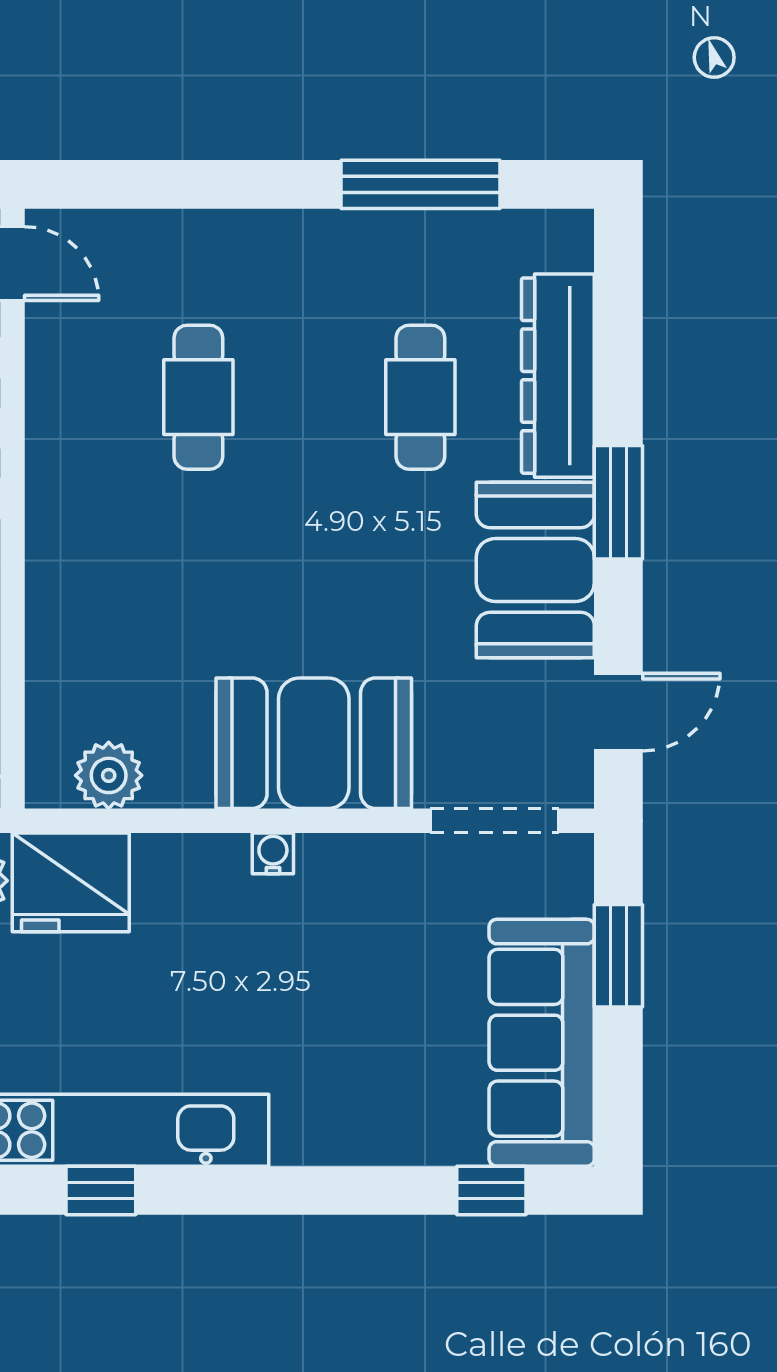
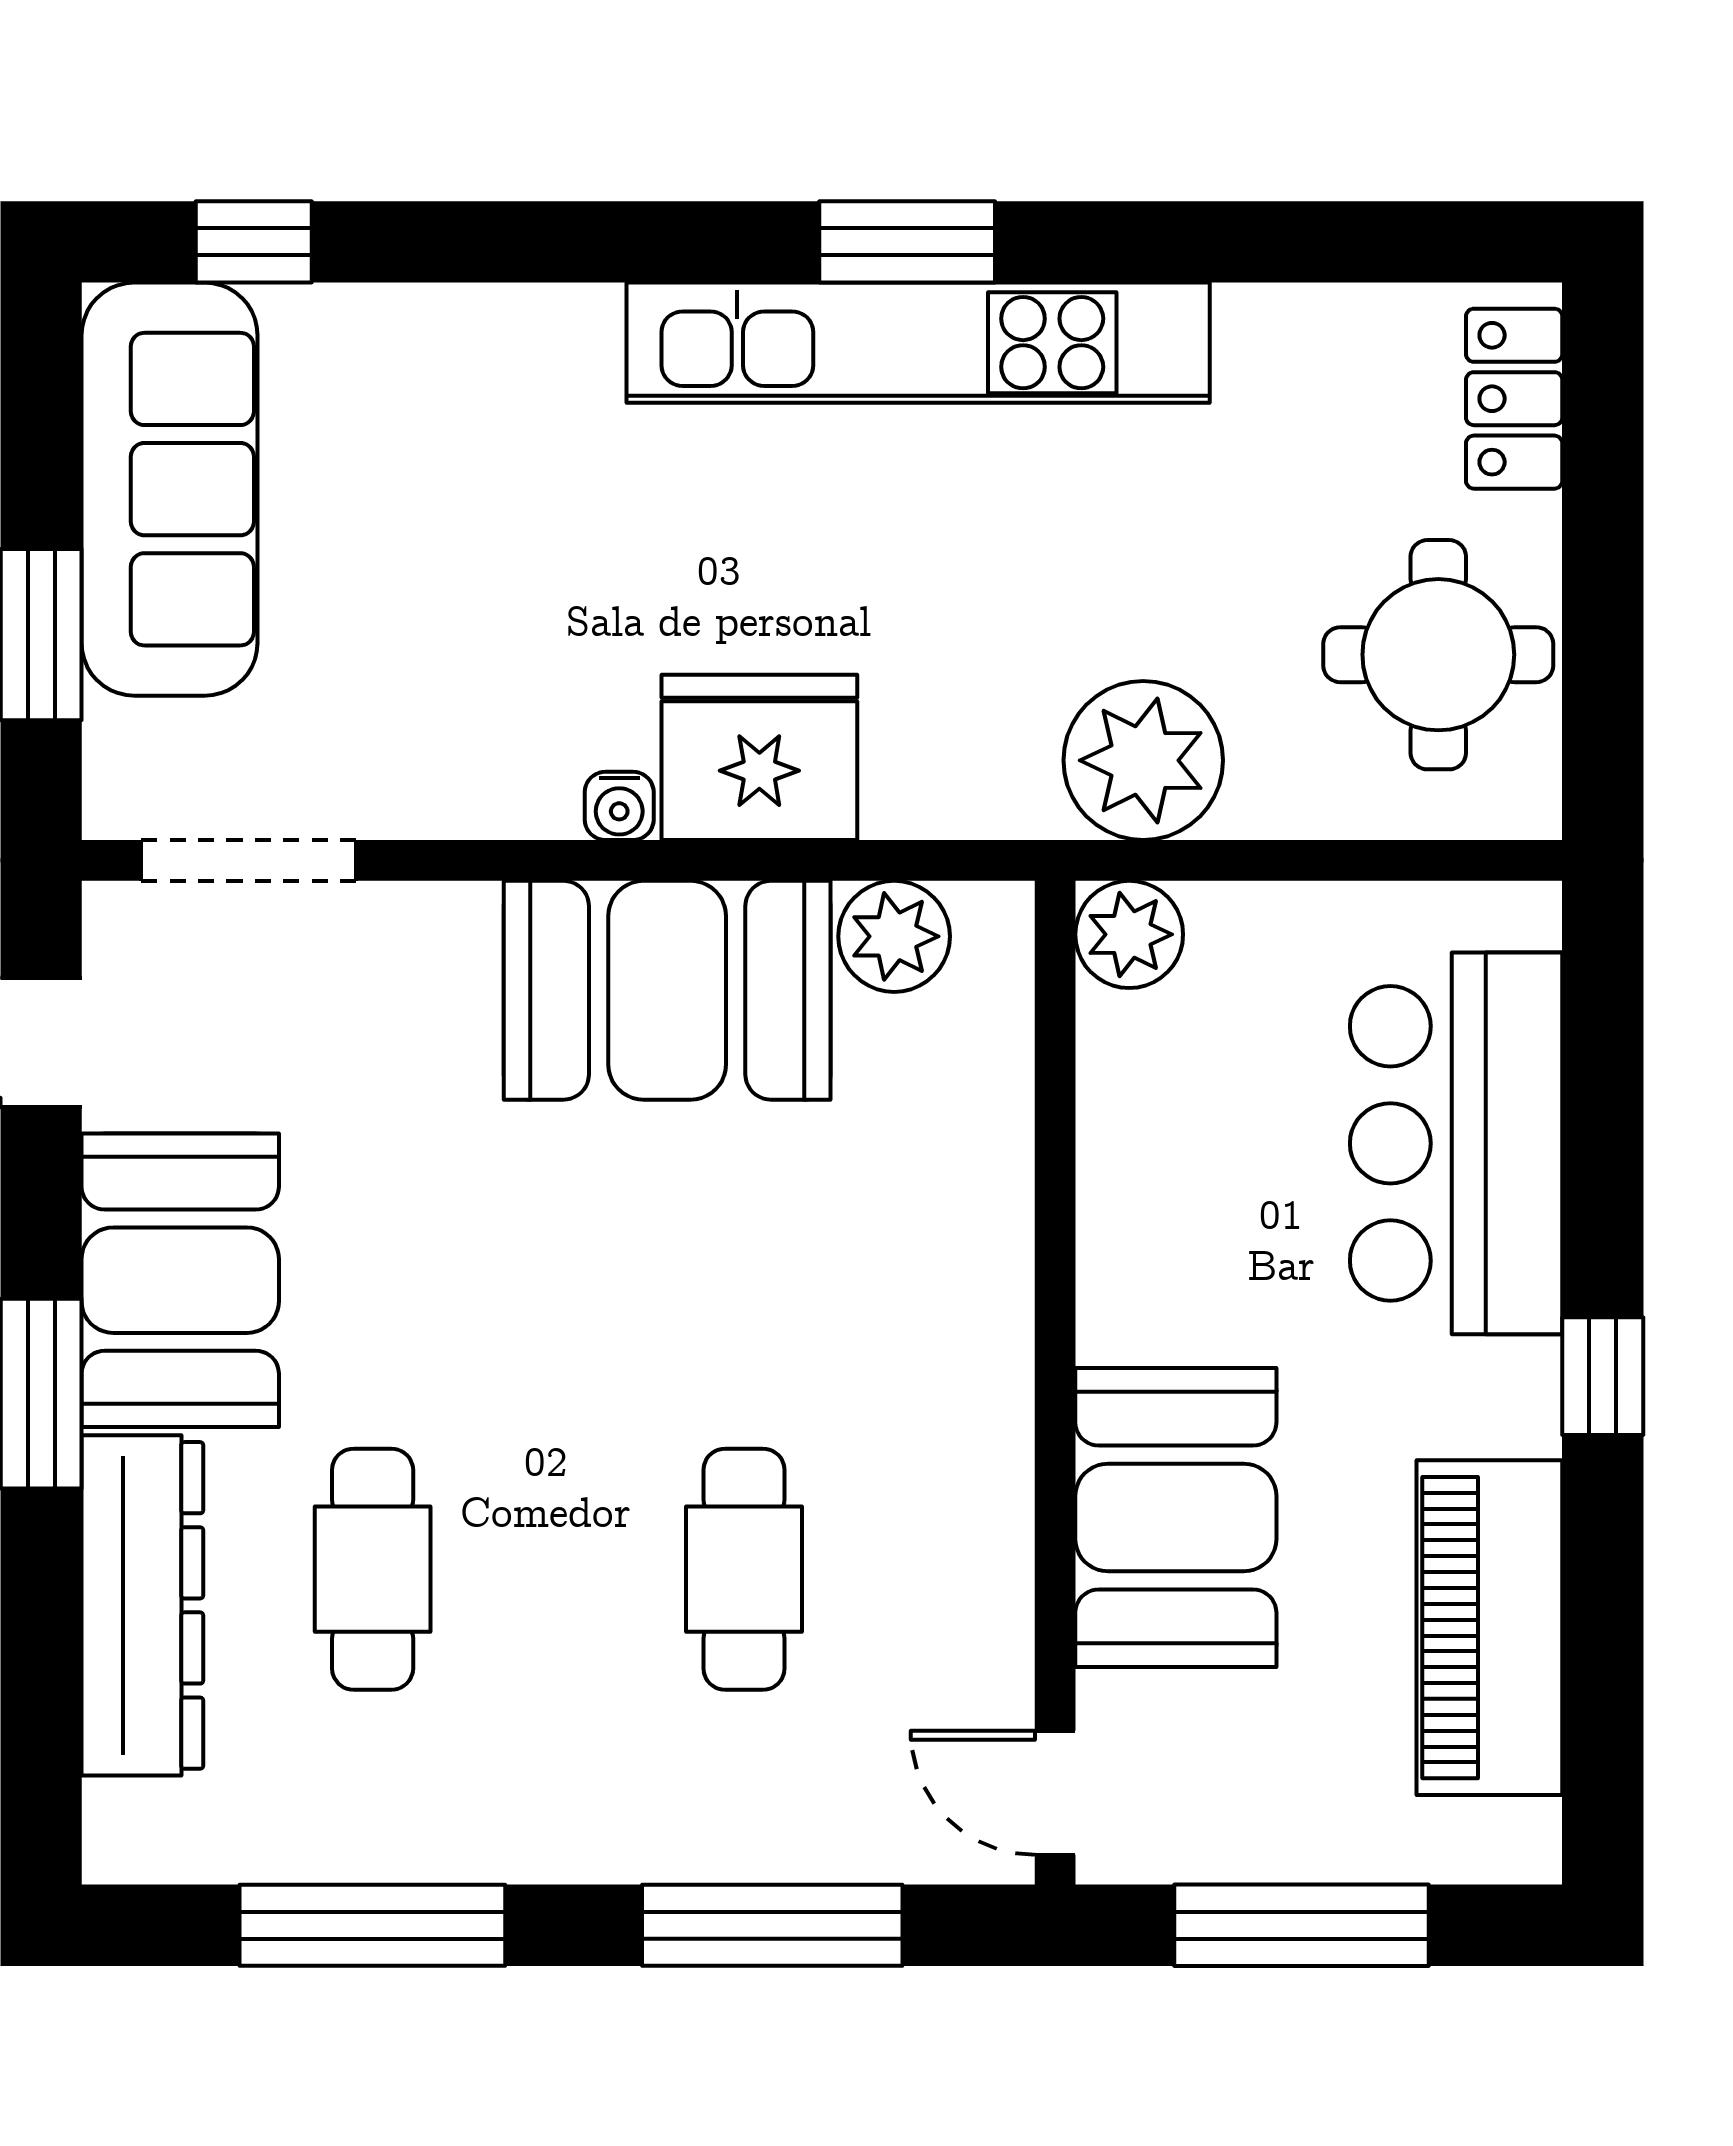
window: (182, 184) -> (772, 1925), added
booth: (314, 743) -> (667, 990), moved
fridge: (71, 882) -> (759, 757), moved
window: (101, 1190) -> (907, 242), width x1.50

